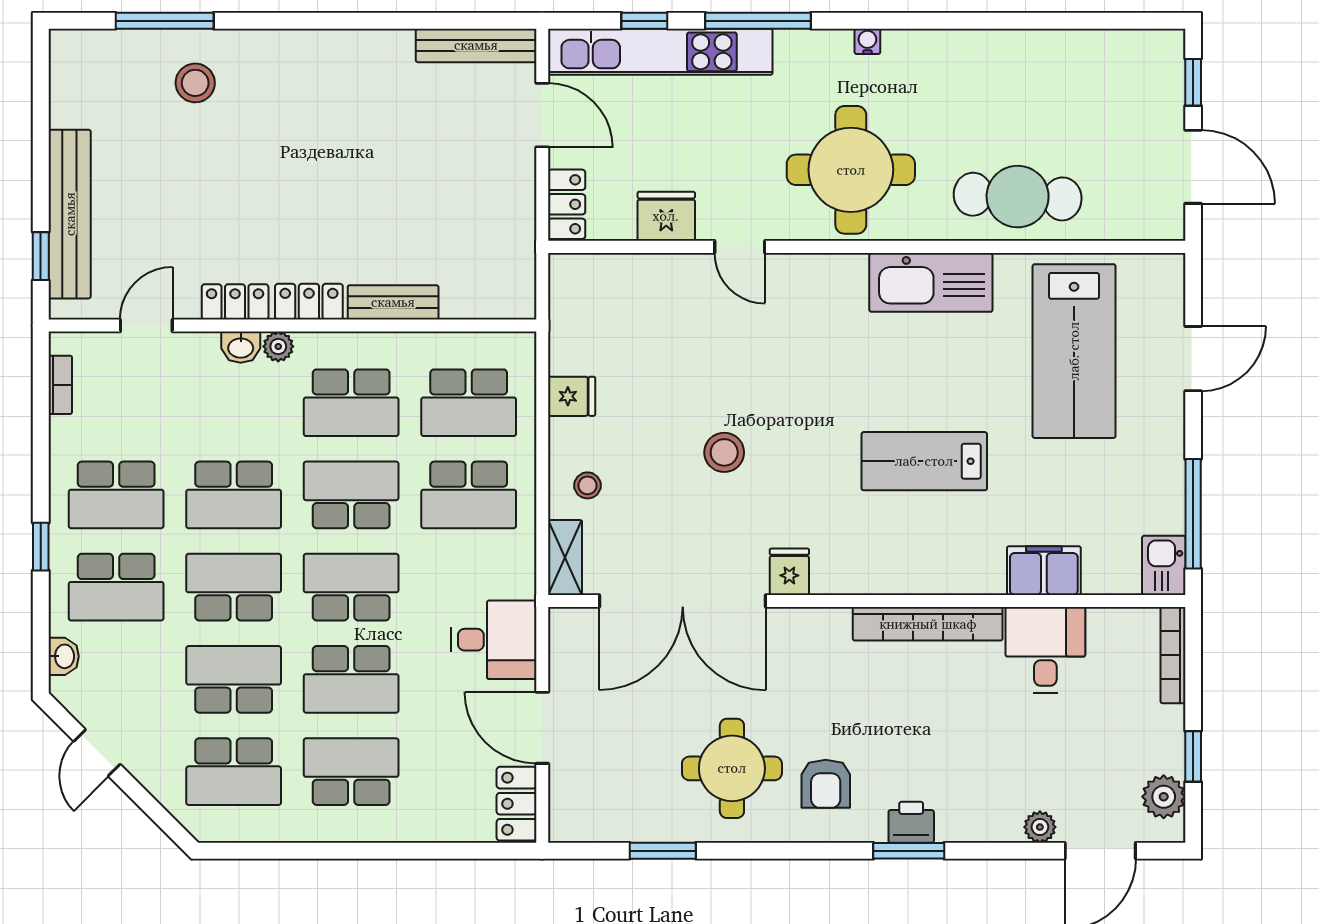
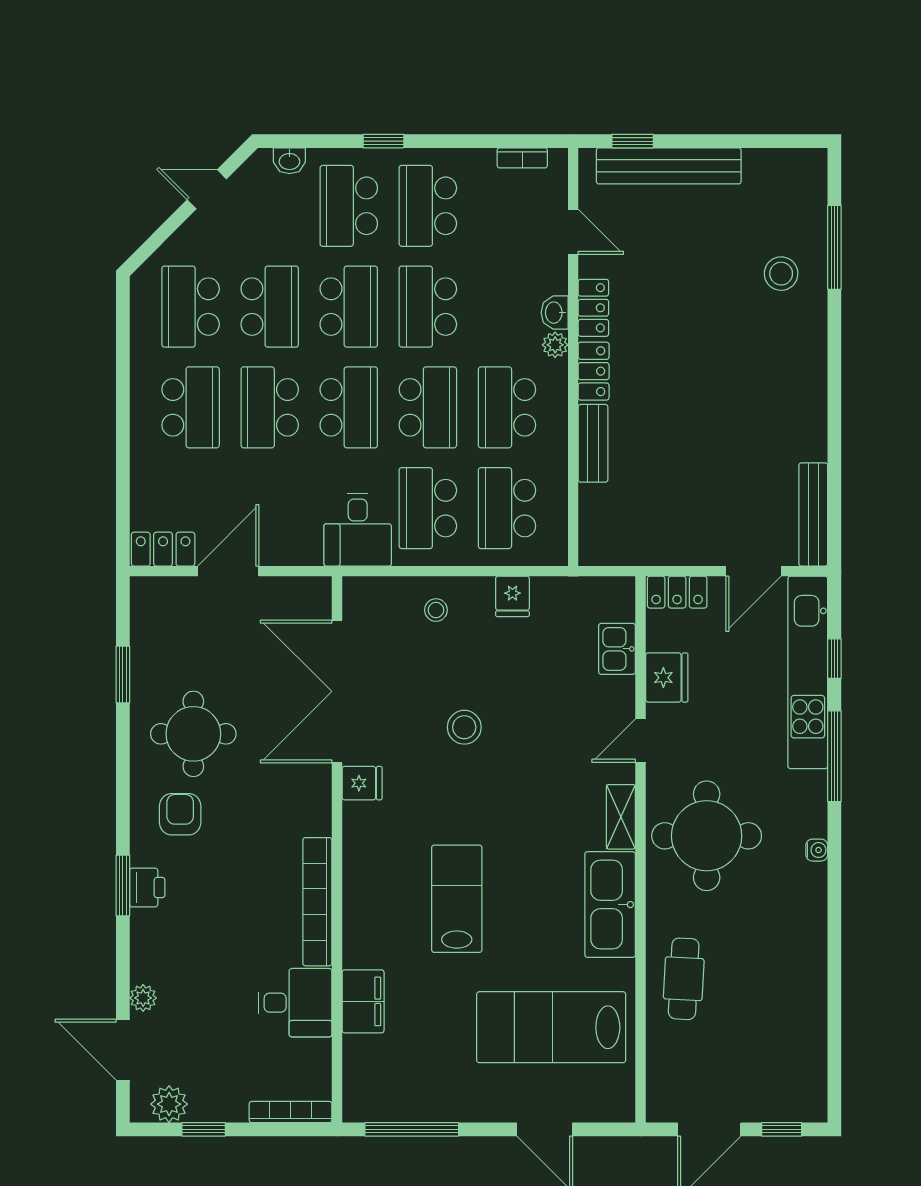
cafe table: (1018, 197) -> (684, 979), width x0.73, depth x0.74
shelving: (565, 557) -> (621, 817), moved, turned 90
kitchen sink: (1164, 565) -> (617, 649), moved, turned -90
desk: (494, 640) -> (358, 530), moved
armchair: (826, 784) -> (180, 814), turned 90

